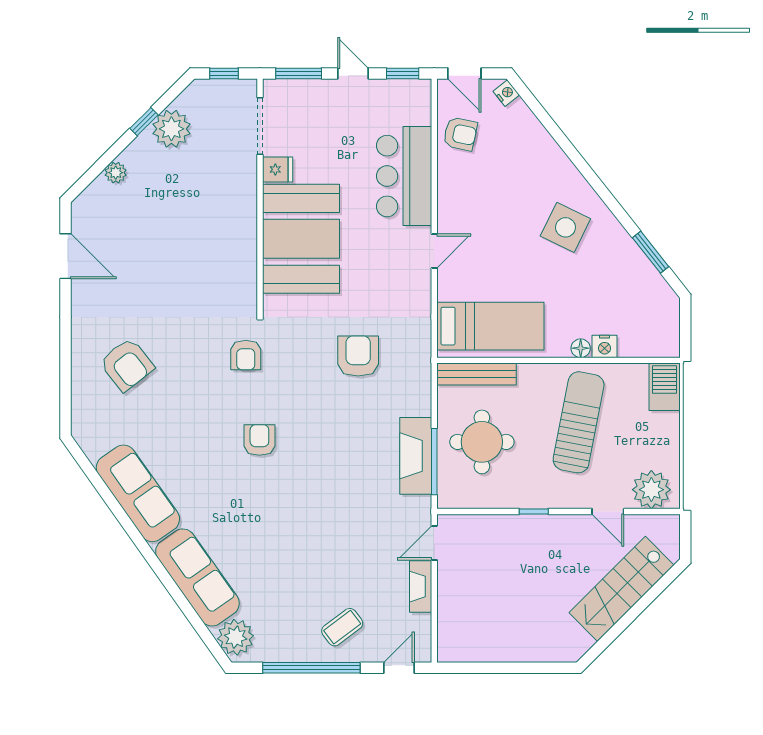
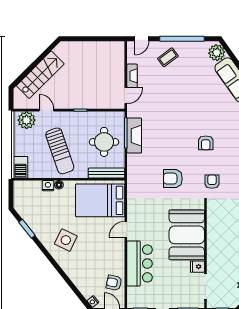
bed: (490, 326) -> (100, 200), width x1.50
armchair: (358, 356) -> (173, 179), moved, turned 90
sun lounger: (579, 422) -> (60, 151), turned -30

